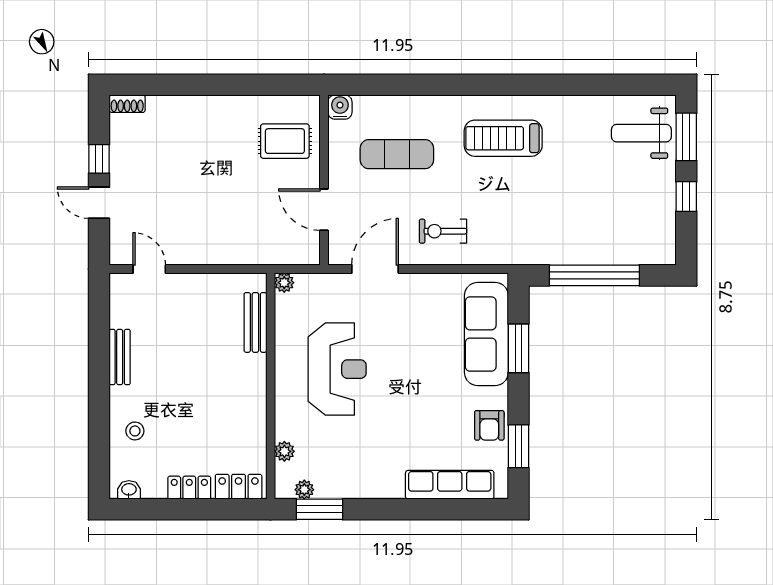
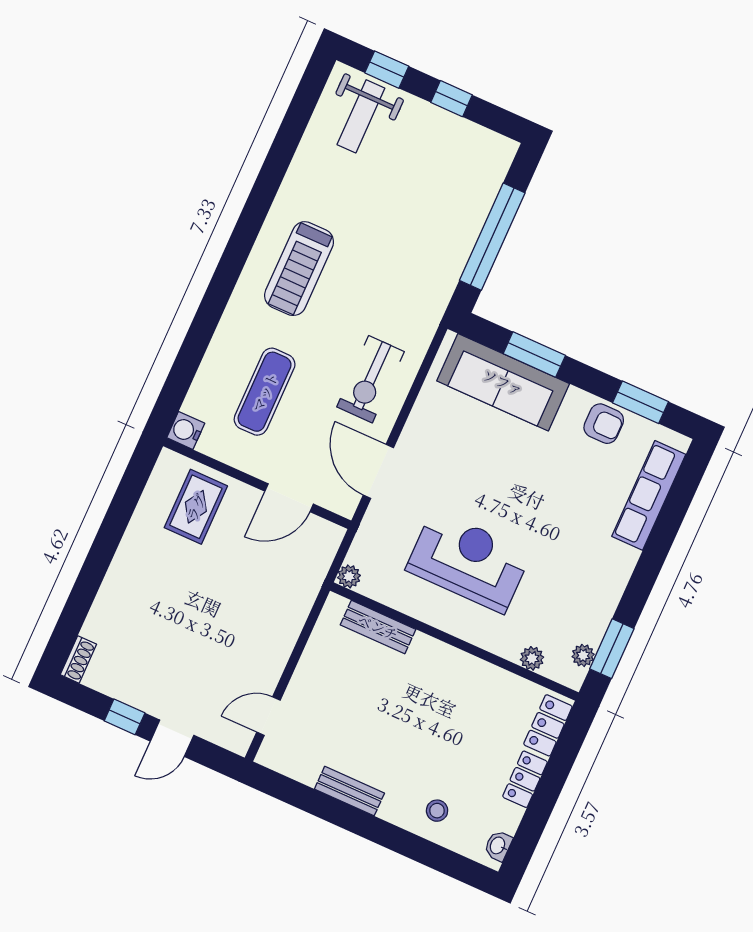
window: (686, 137) -> (387, 70), width x0.67
exercise bike: (443, 231) -> (370, 379), width x1.38, depth x1.39

